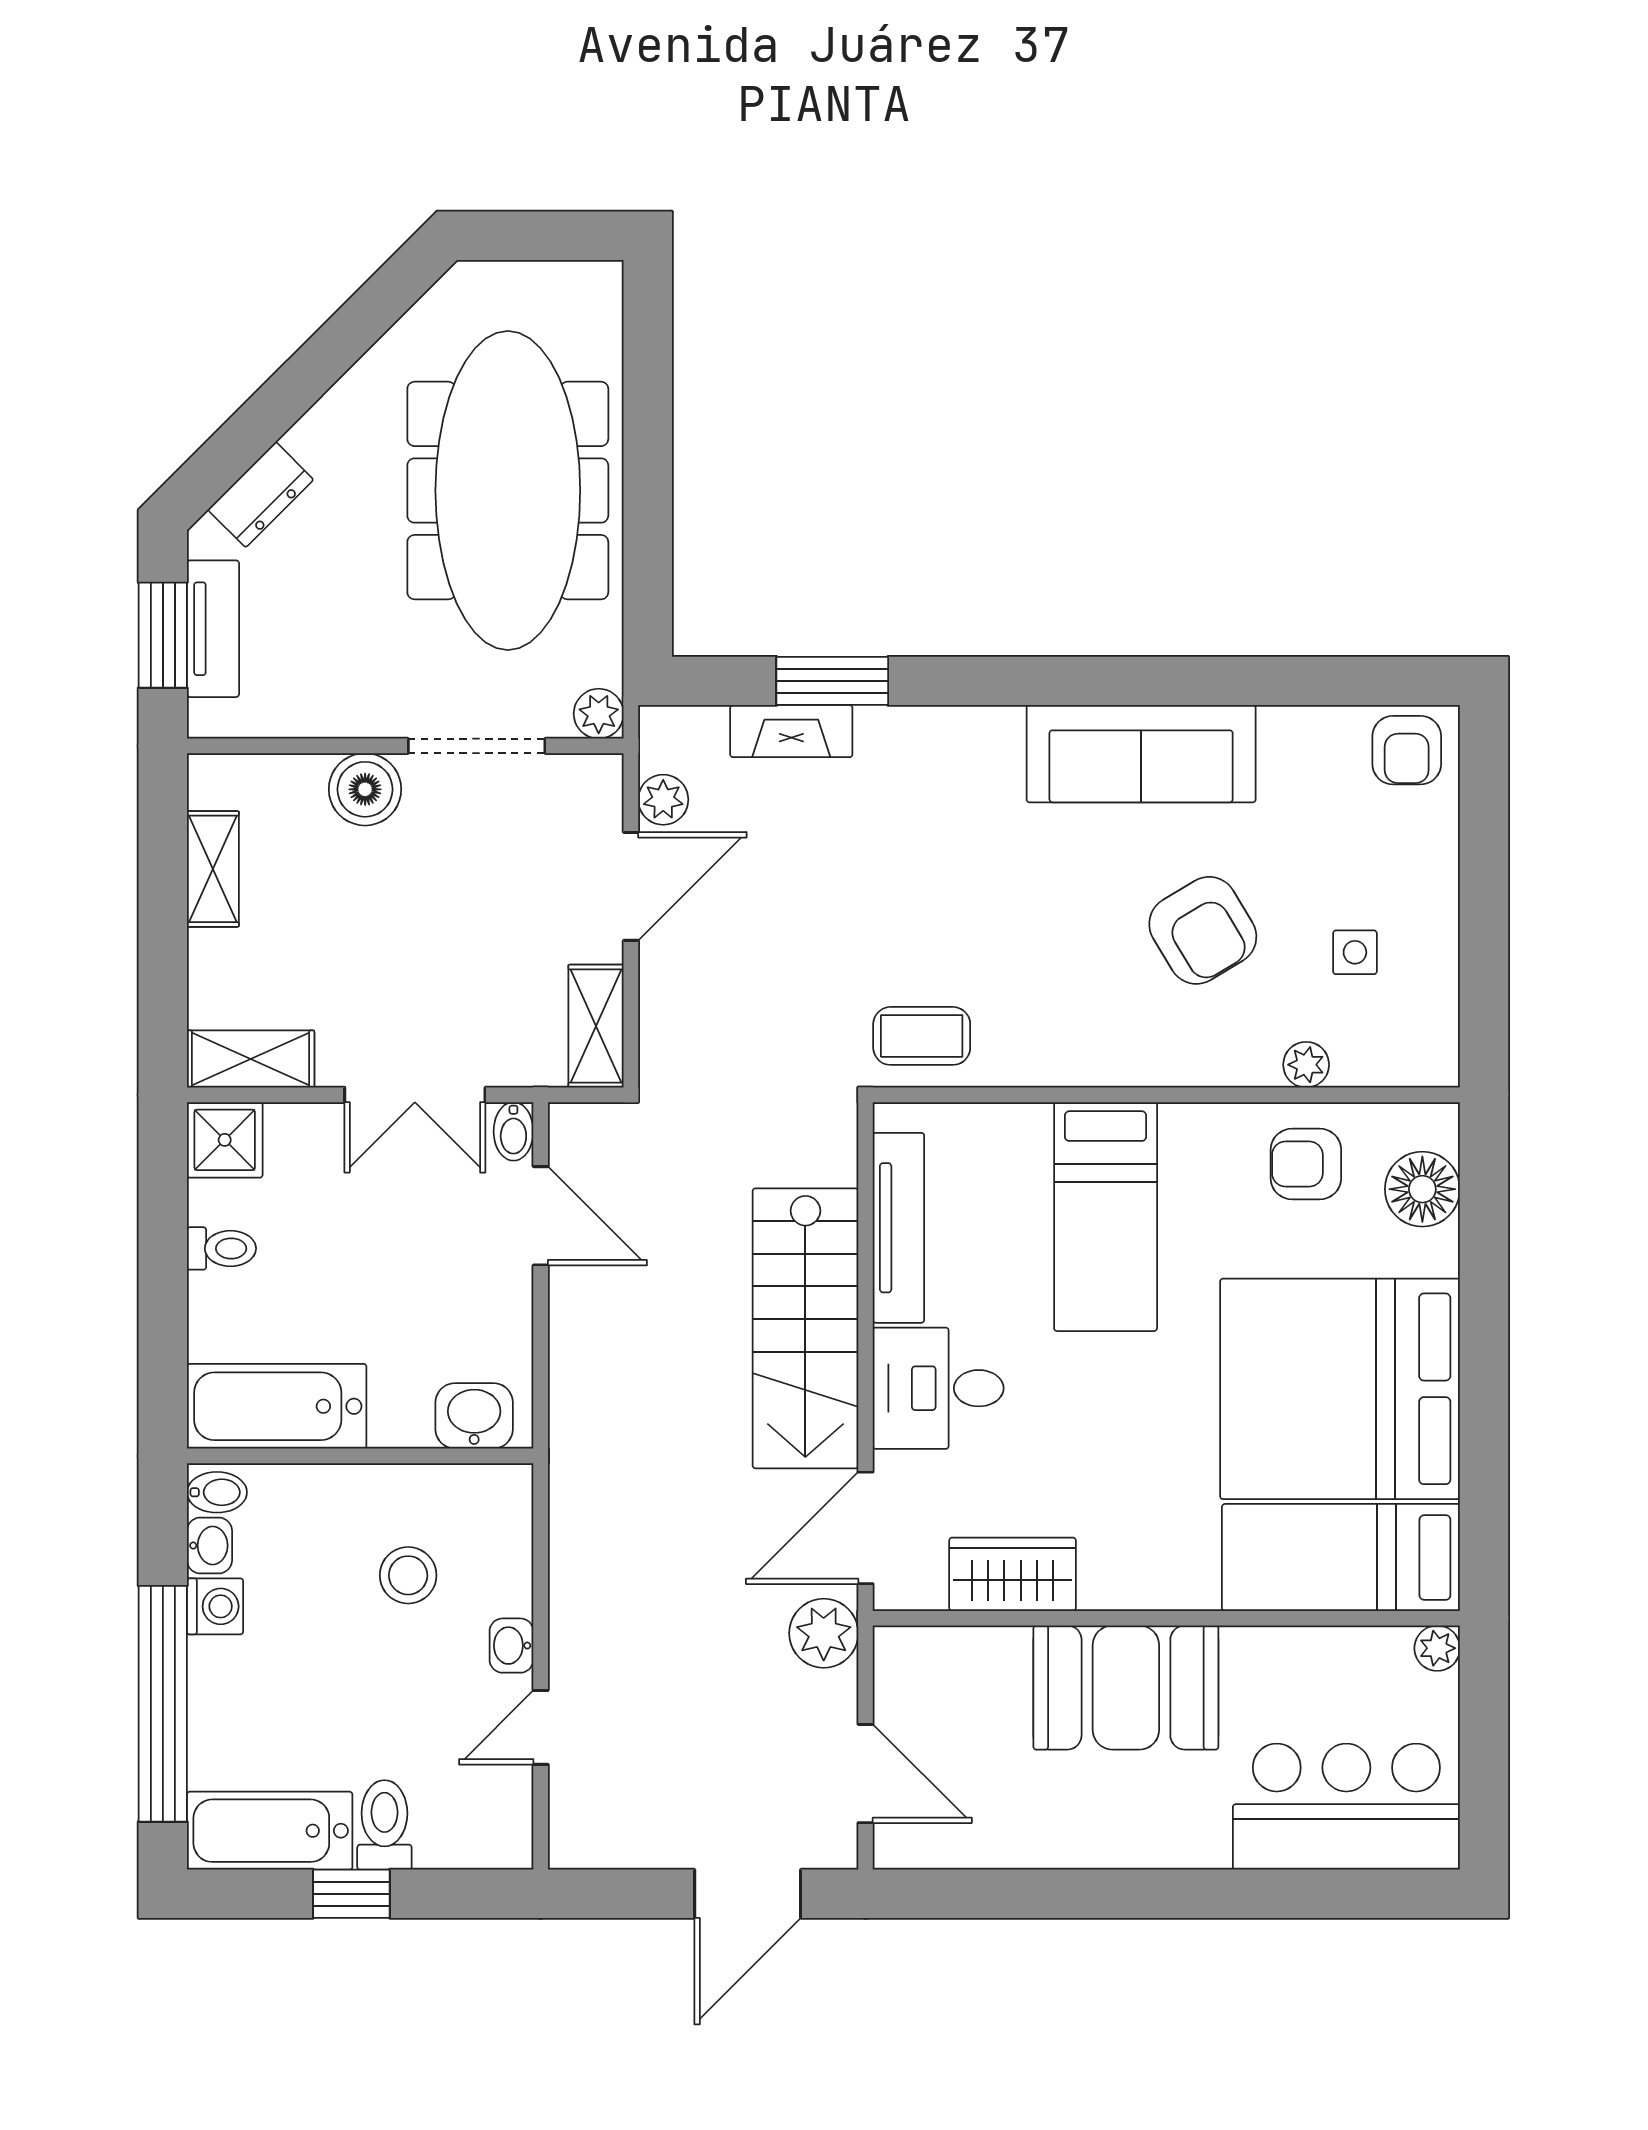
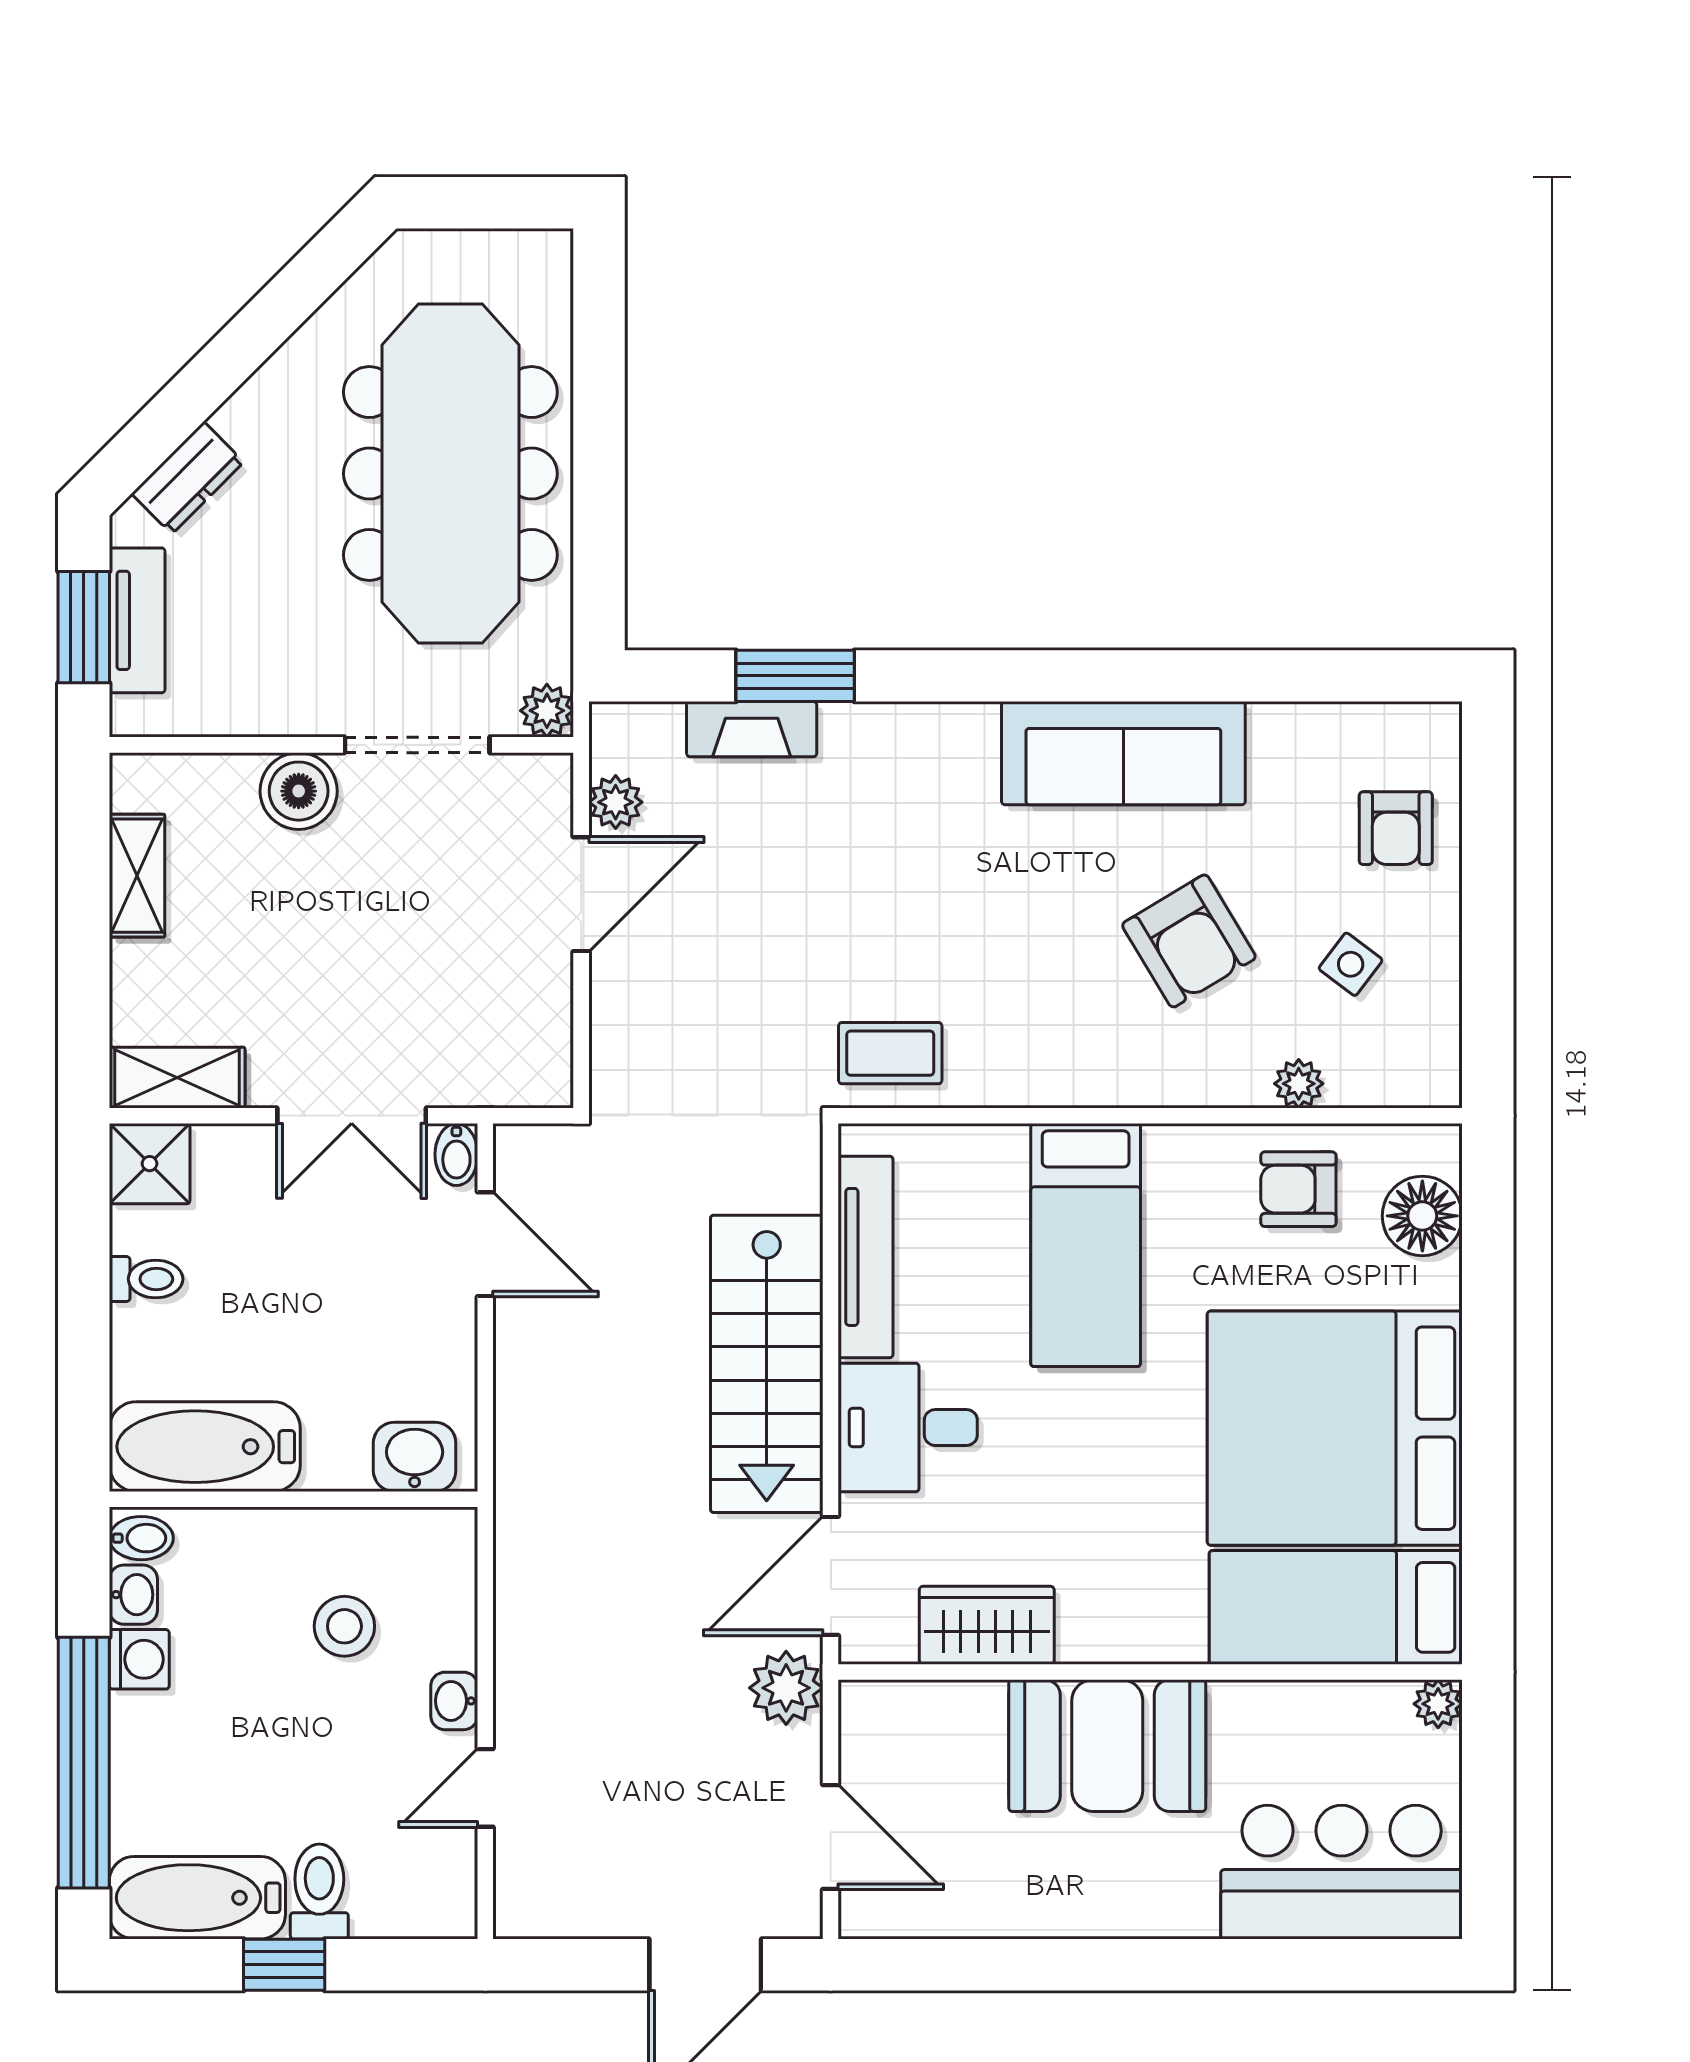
armchair: (1407, 750) -> (1396, 828), moved
side table: (1355, 952) -> (1351, 964), turned 37
shelving: (596, 1026) -> (544, 1043), removed

